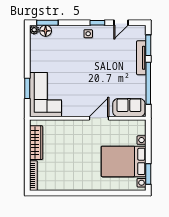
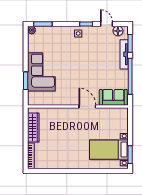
door: (121, 23) -> (106, 24), swing flipped
floor lamp: (46, 31) -> (118, 31), moved
corner sofa: (45, 95) -> (41, 72), moved
door: (99, 118) -> (87, 107), hinge flipped
bed with nightstands: (124, 161) -> (109, 150), width x0.73

